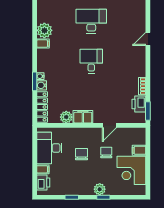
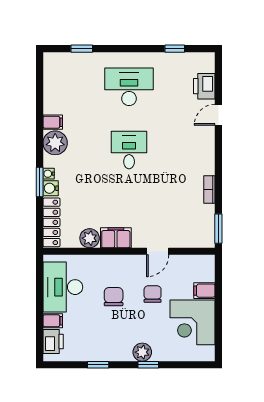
plant: (44, 30) -> (55, 143), moved
printer: (139, 104) -> (204, 86), moved

